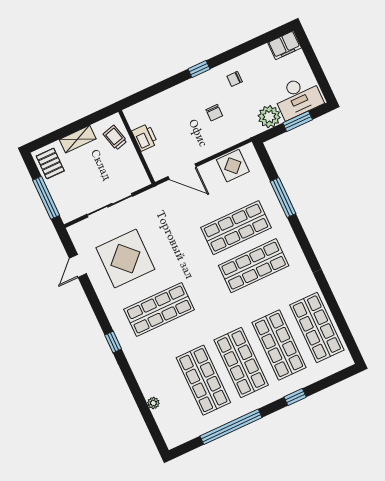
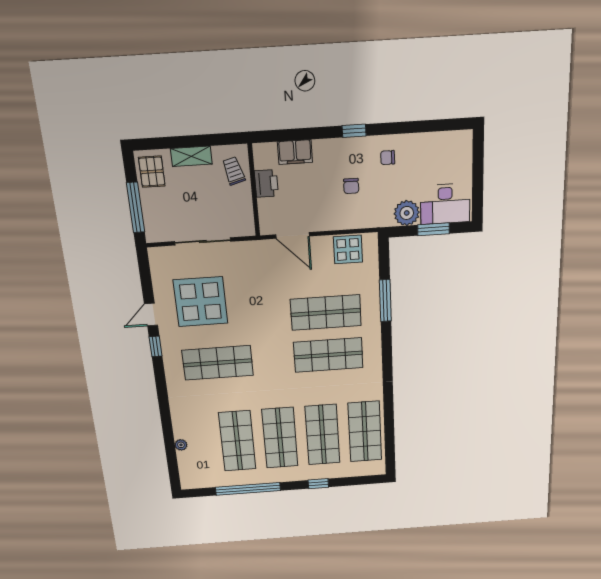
filing cabinet: (285, 45) -> (295, 152), moved
door: (78, 266) -> (151, 315), moved
window: (113, 342) -> (156, 346), moved

